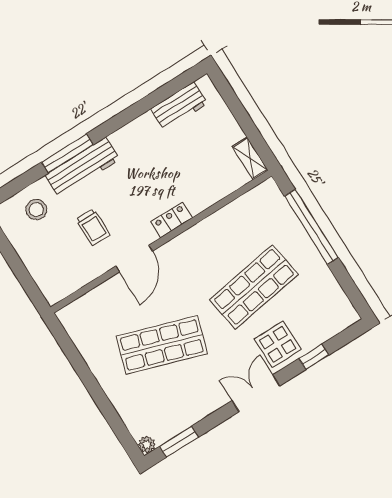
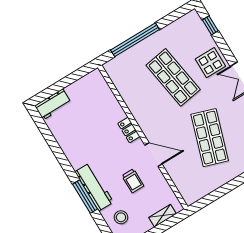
workbench: (179, 106) -> (53, 104), moved, turned 90
shelving: (250, 158) -> (162, 216), moved
trolley: (93, 227) -> (133, 181), turned 90
window: (314, 357) -> (210, 25), moved

